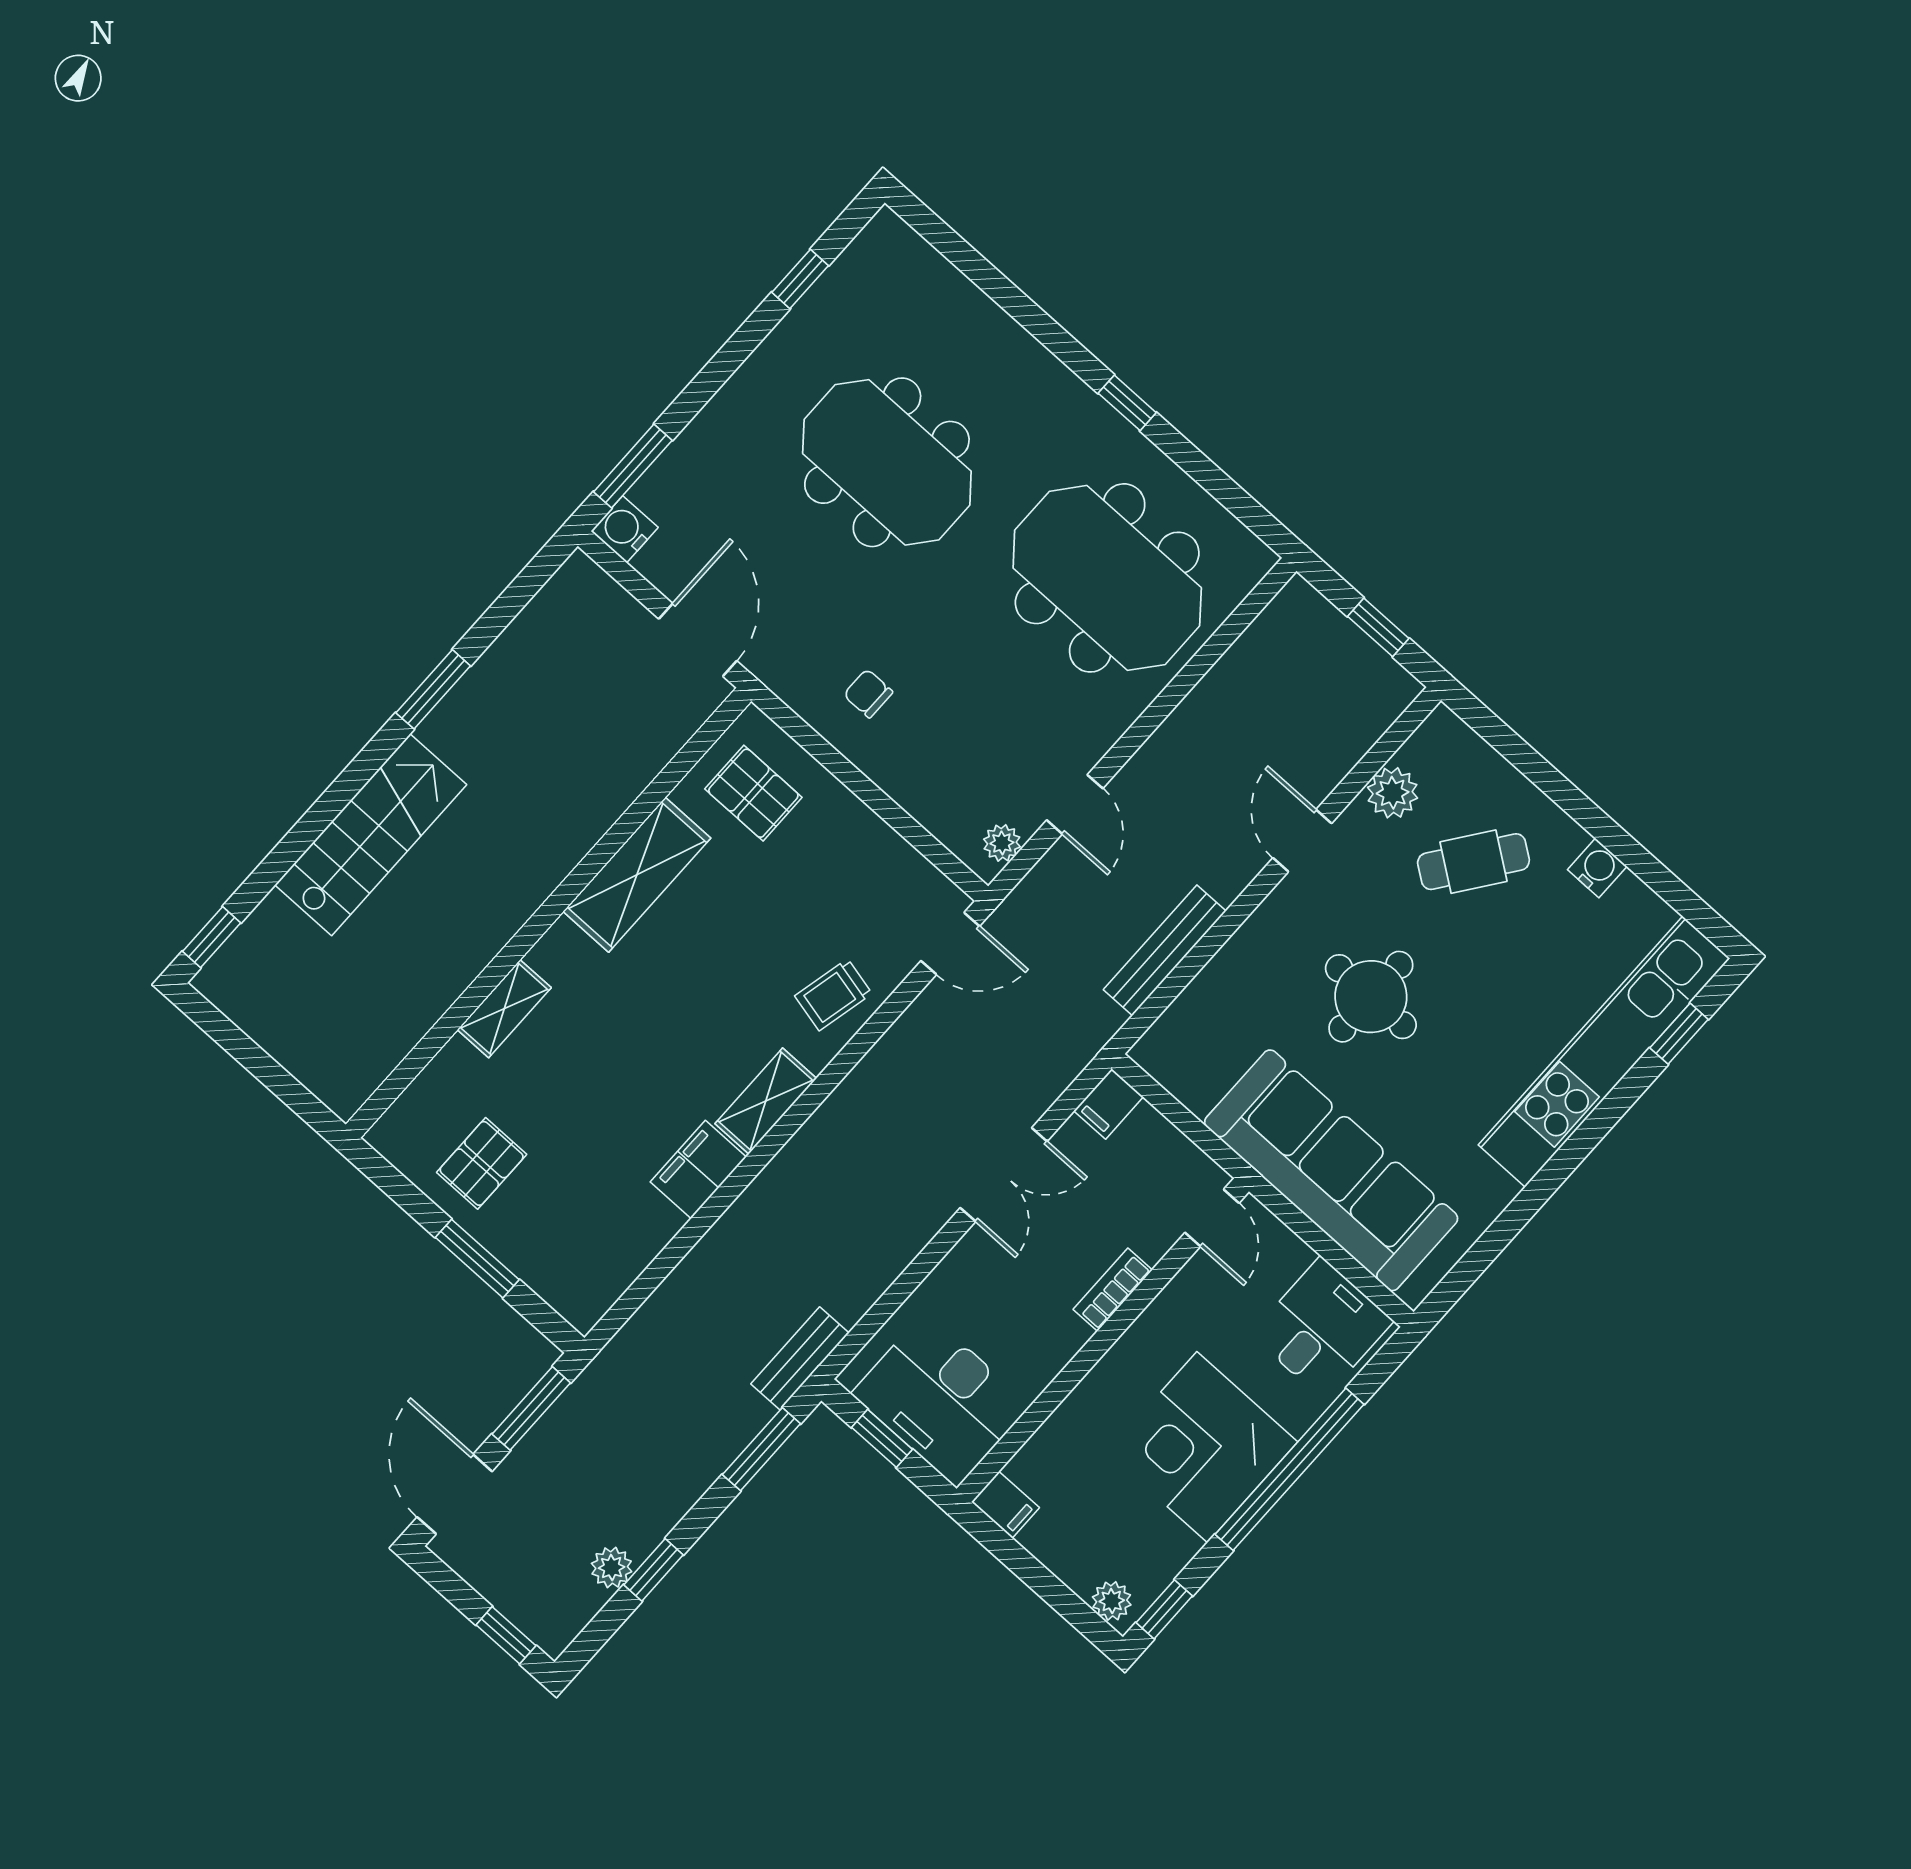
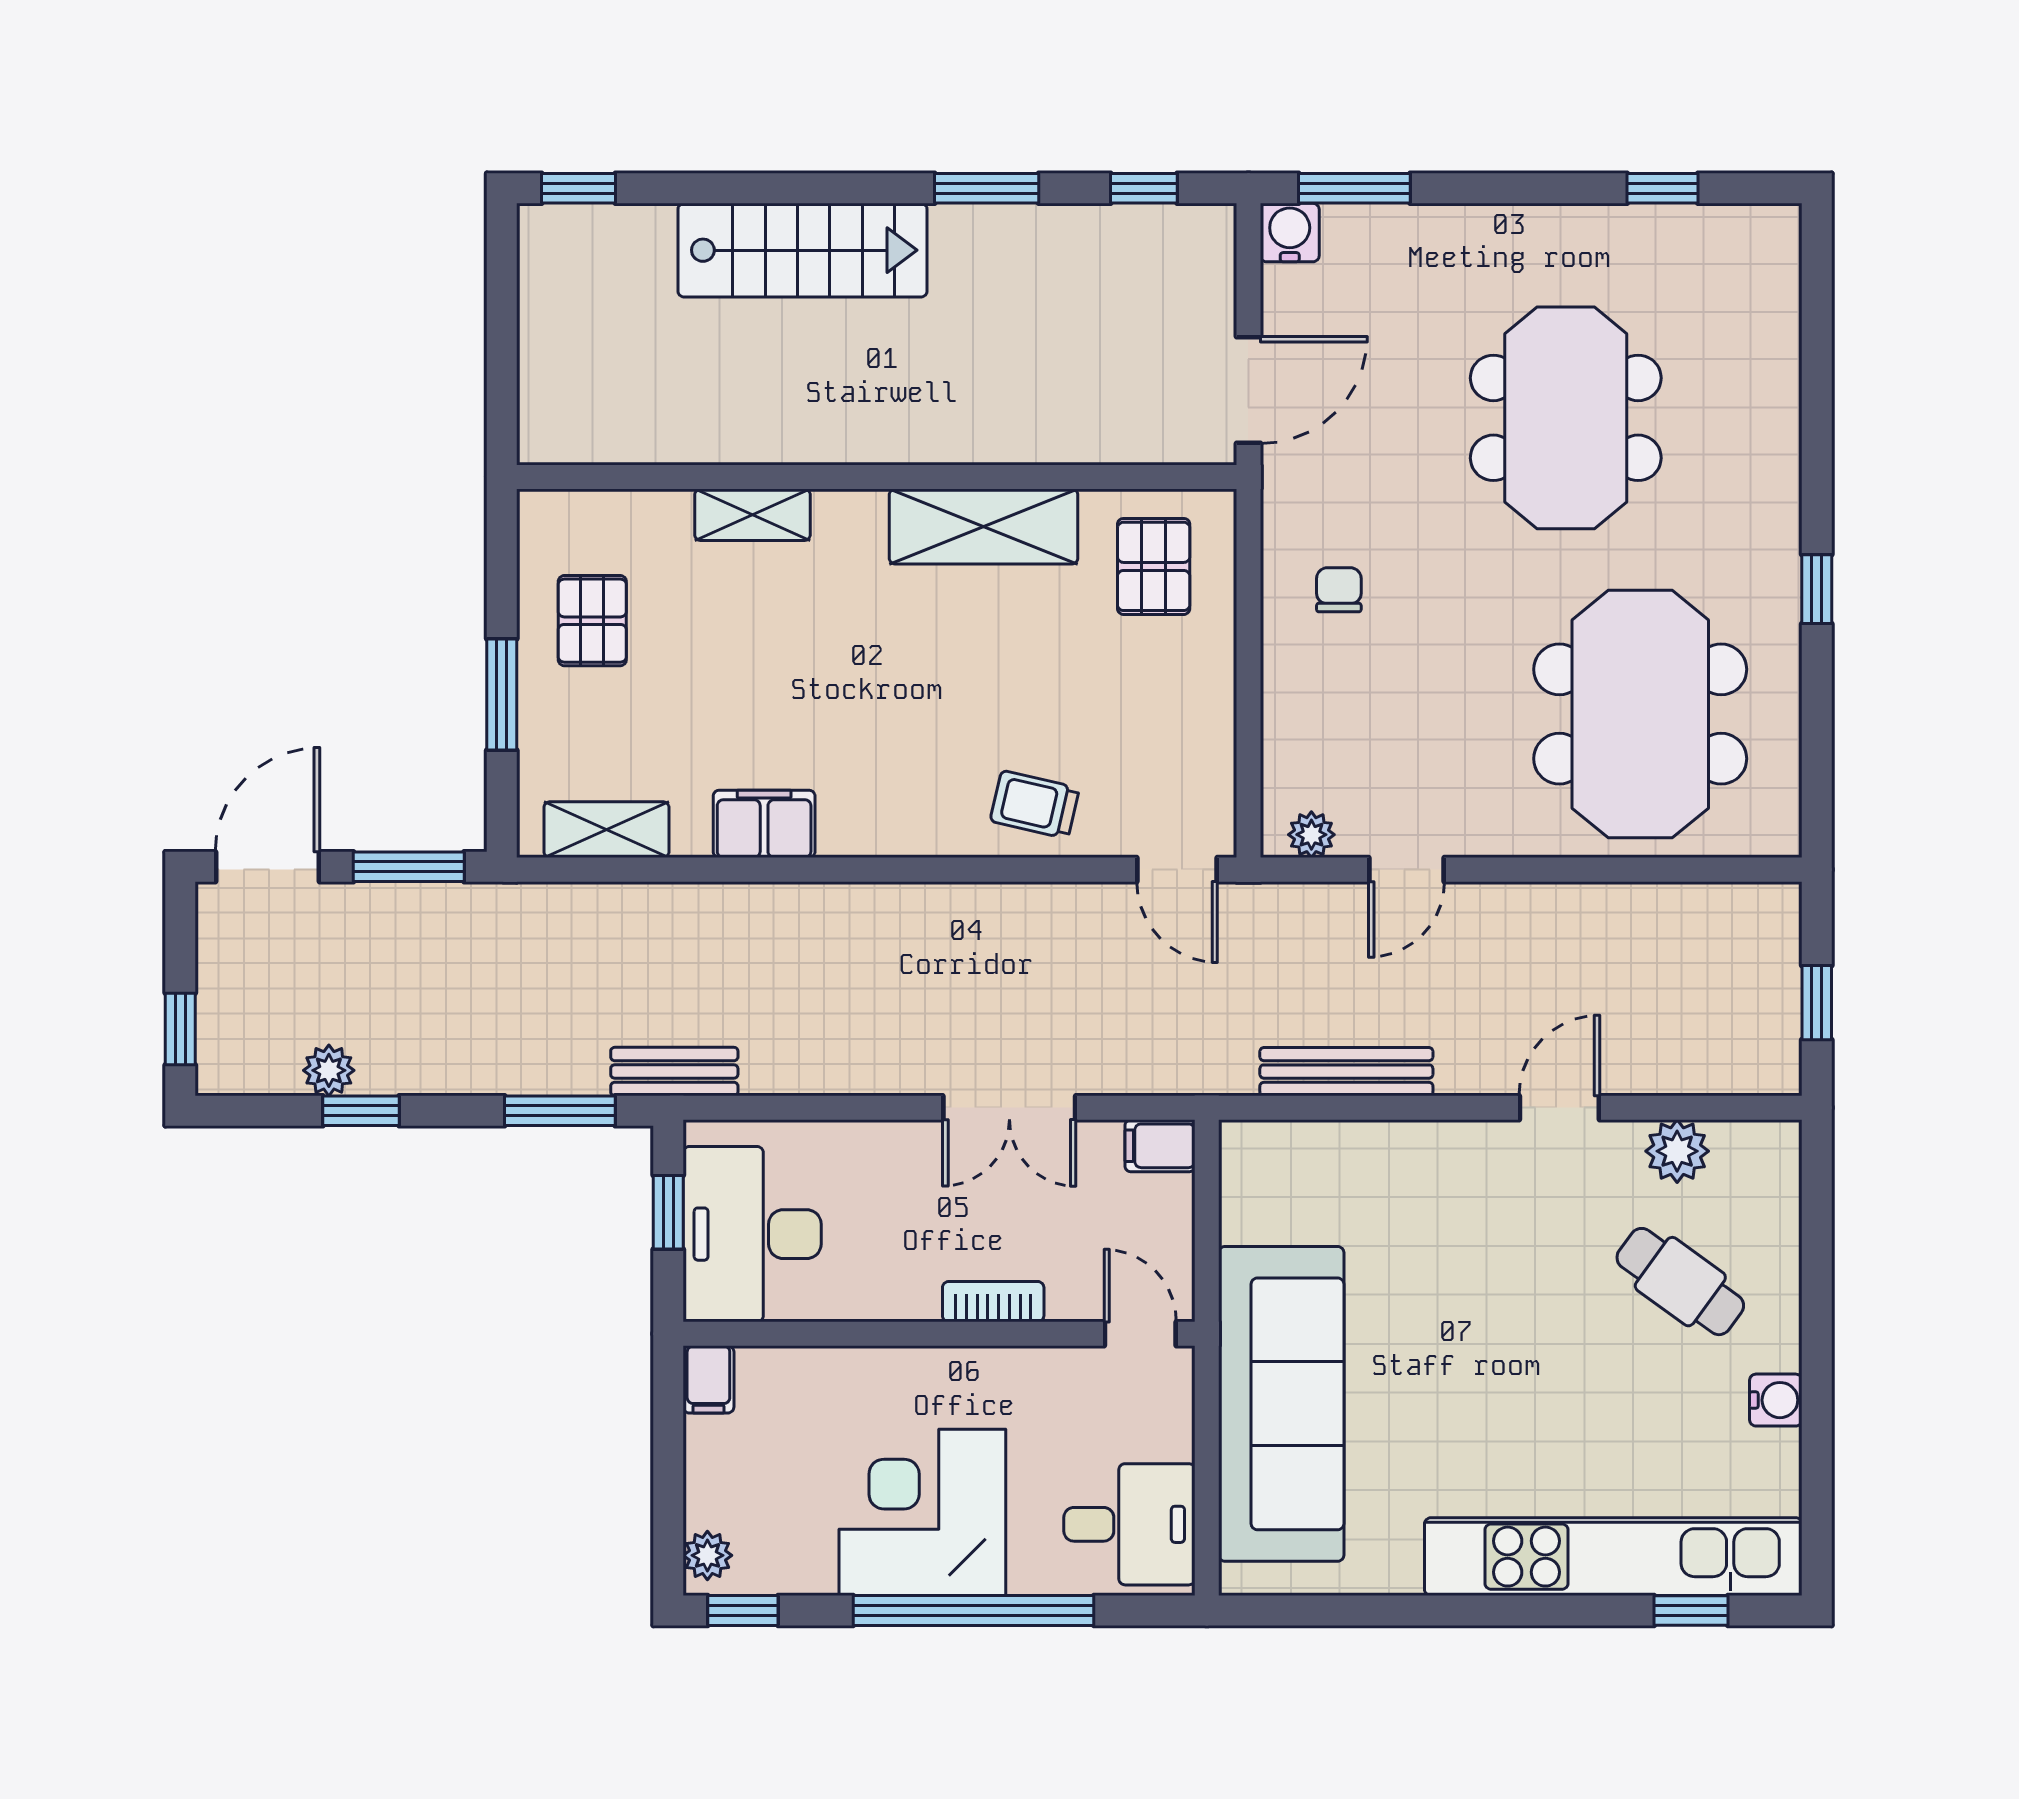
window: (519, 594) -> (1144, 188), added
round table: (1371, 997) -> (1473, 1298), removed
shelving: (766, 1101) -> (606, 830), moved
pallet: (482, 1163) -> (592, 621), turned 90
door: (1212, 1218) -> (1140, 1334), swing flipped

